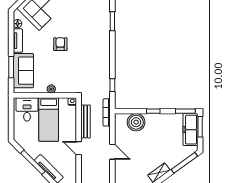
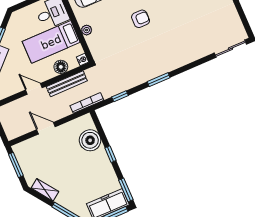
window: (112, 21) -> (159, 80), moved
floor lamp: (71, 120) -> (61, 67), added
door: (79, 148) -> (34, 89), hinge flipped
door: (112, 152) -> (46, 128), swing flipped

